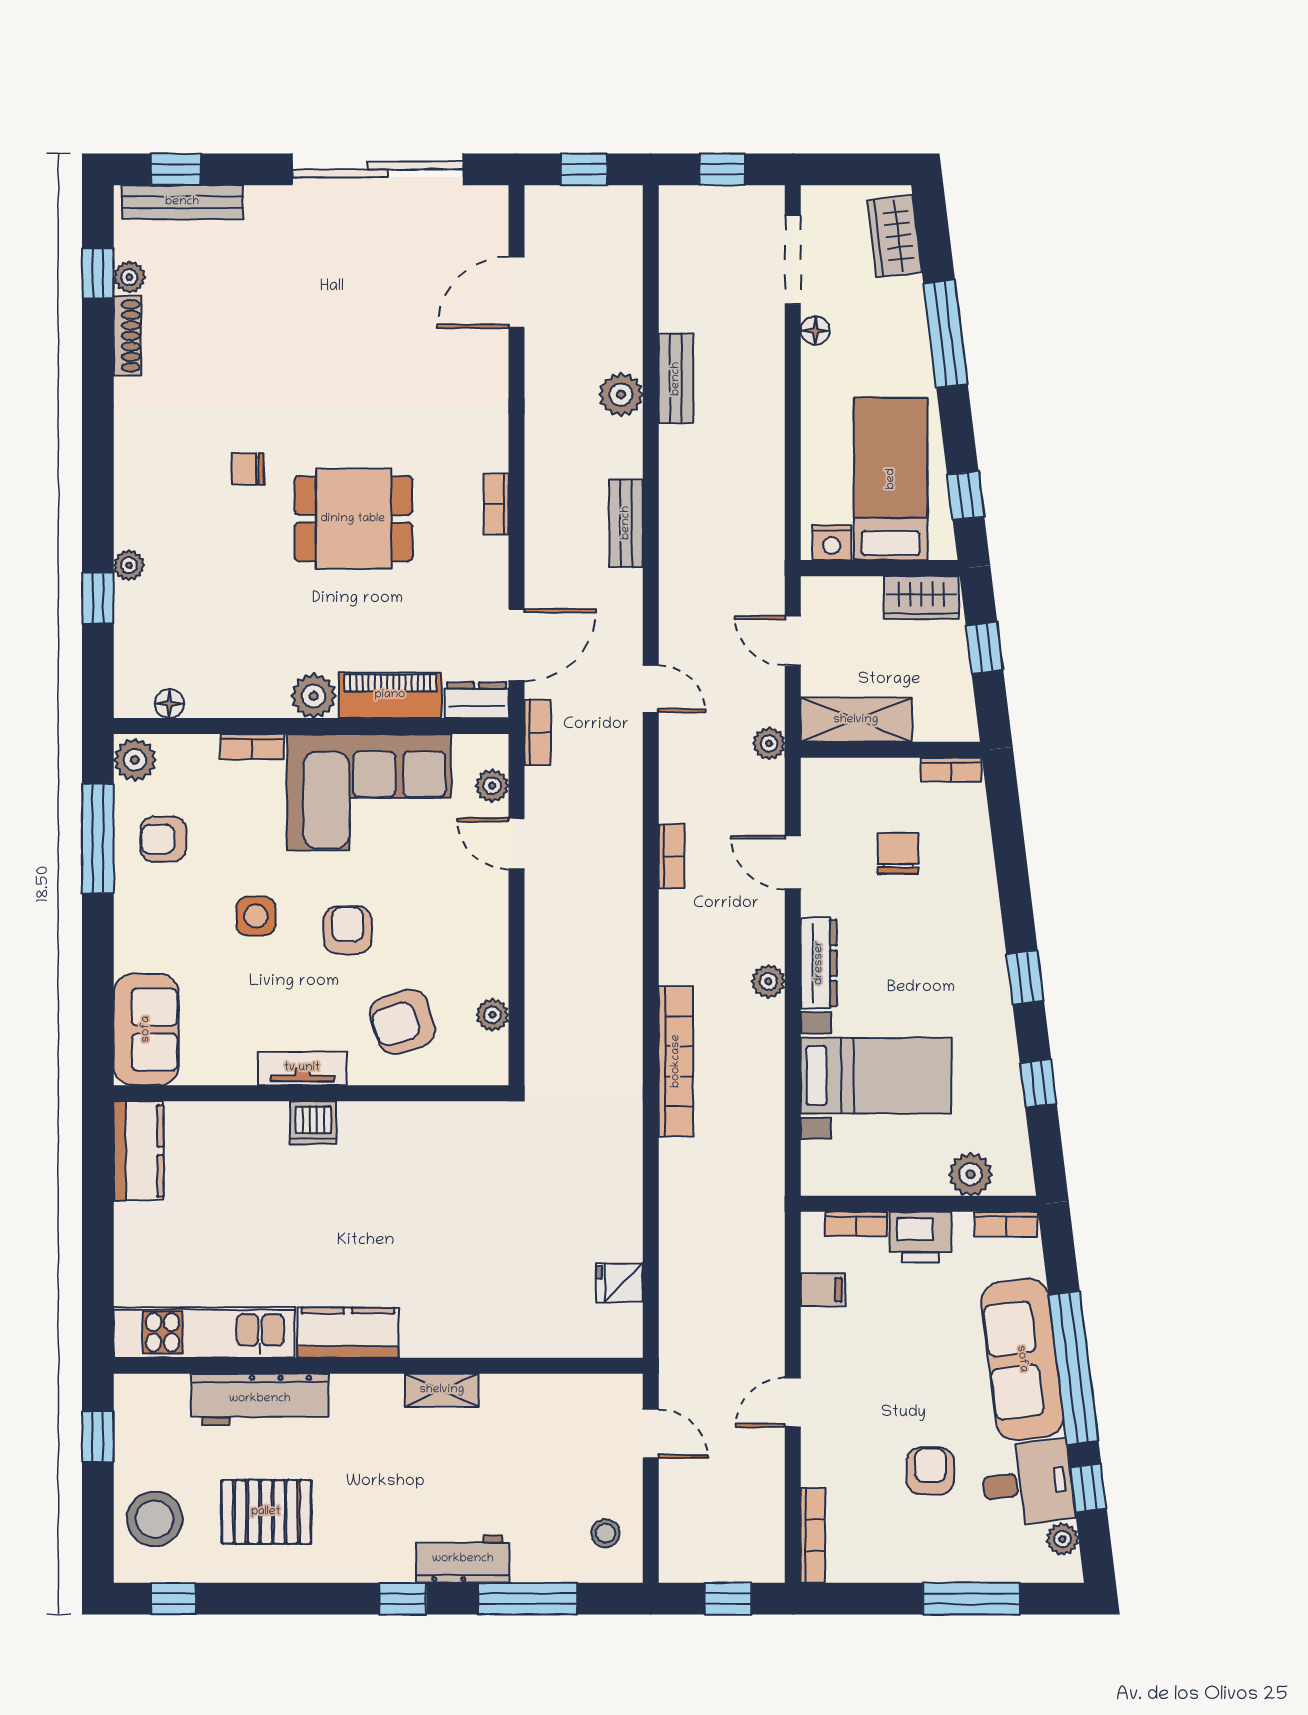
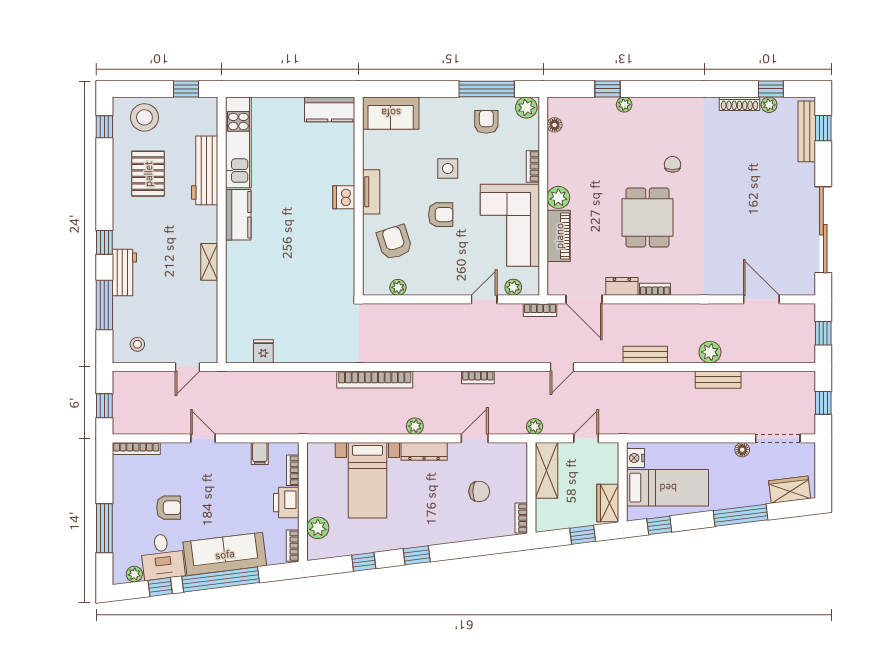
dresser: (477, 700) -> (622, 286), moved, turned -90

